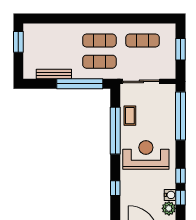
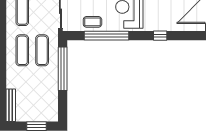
window: (18, 42) -> (36, 126), moved
bench: (54, 74) -> (11, 105), moved

